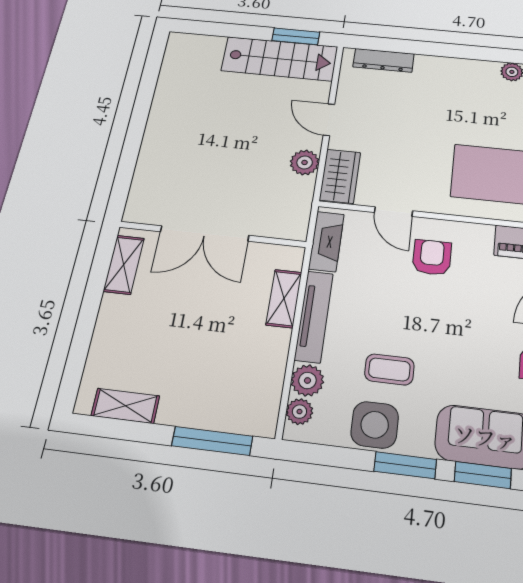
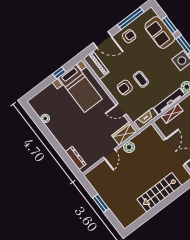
window: (296, 36) -> (101, 203), moved
stairs: (280, 59) -> (159, 192), moved, turned -90
door: (393, 212) -> (121, 110), swing flipped
coffee table: (389, 369) -> (141, 79), moved

